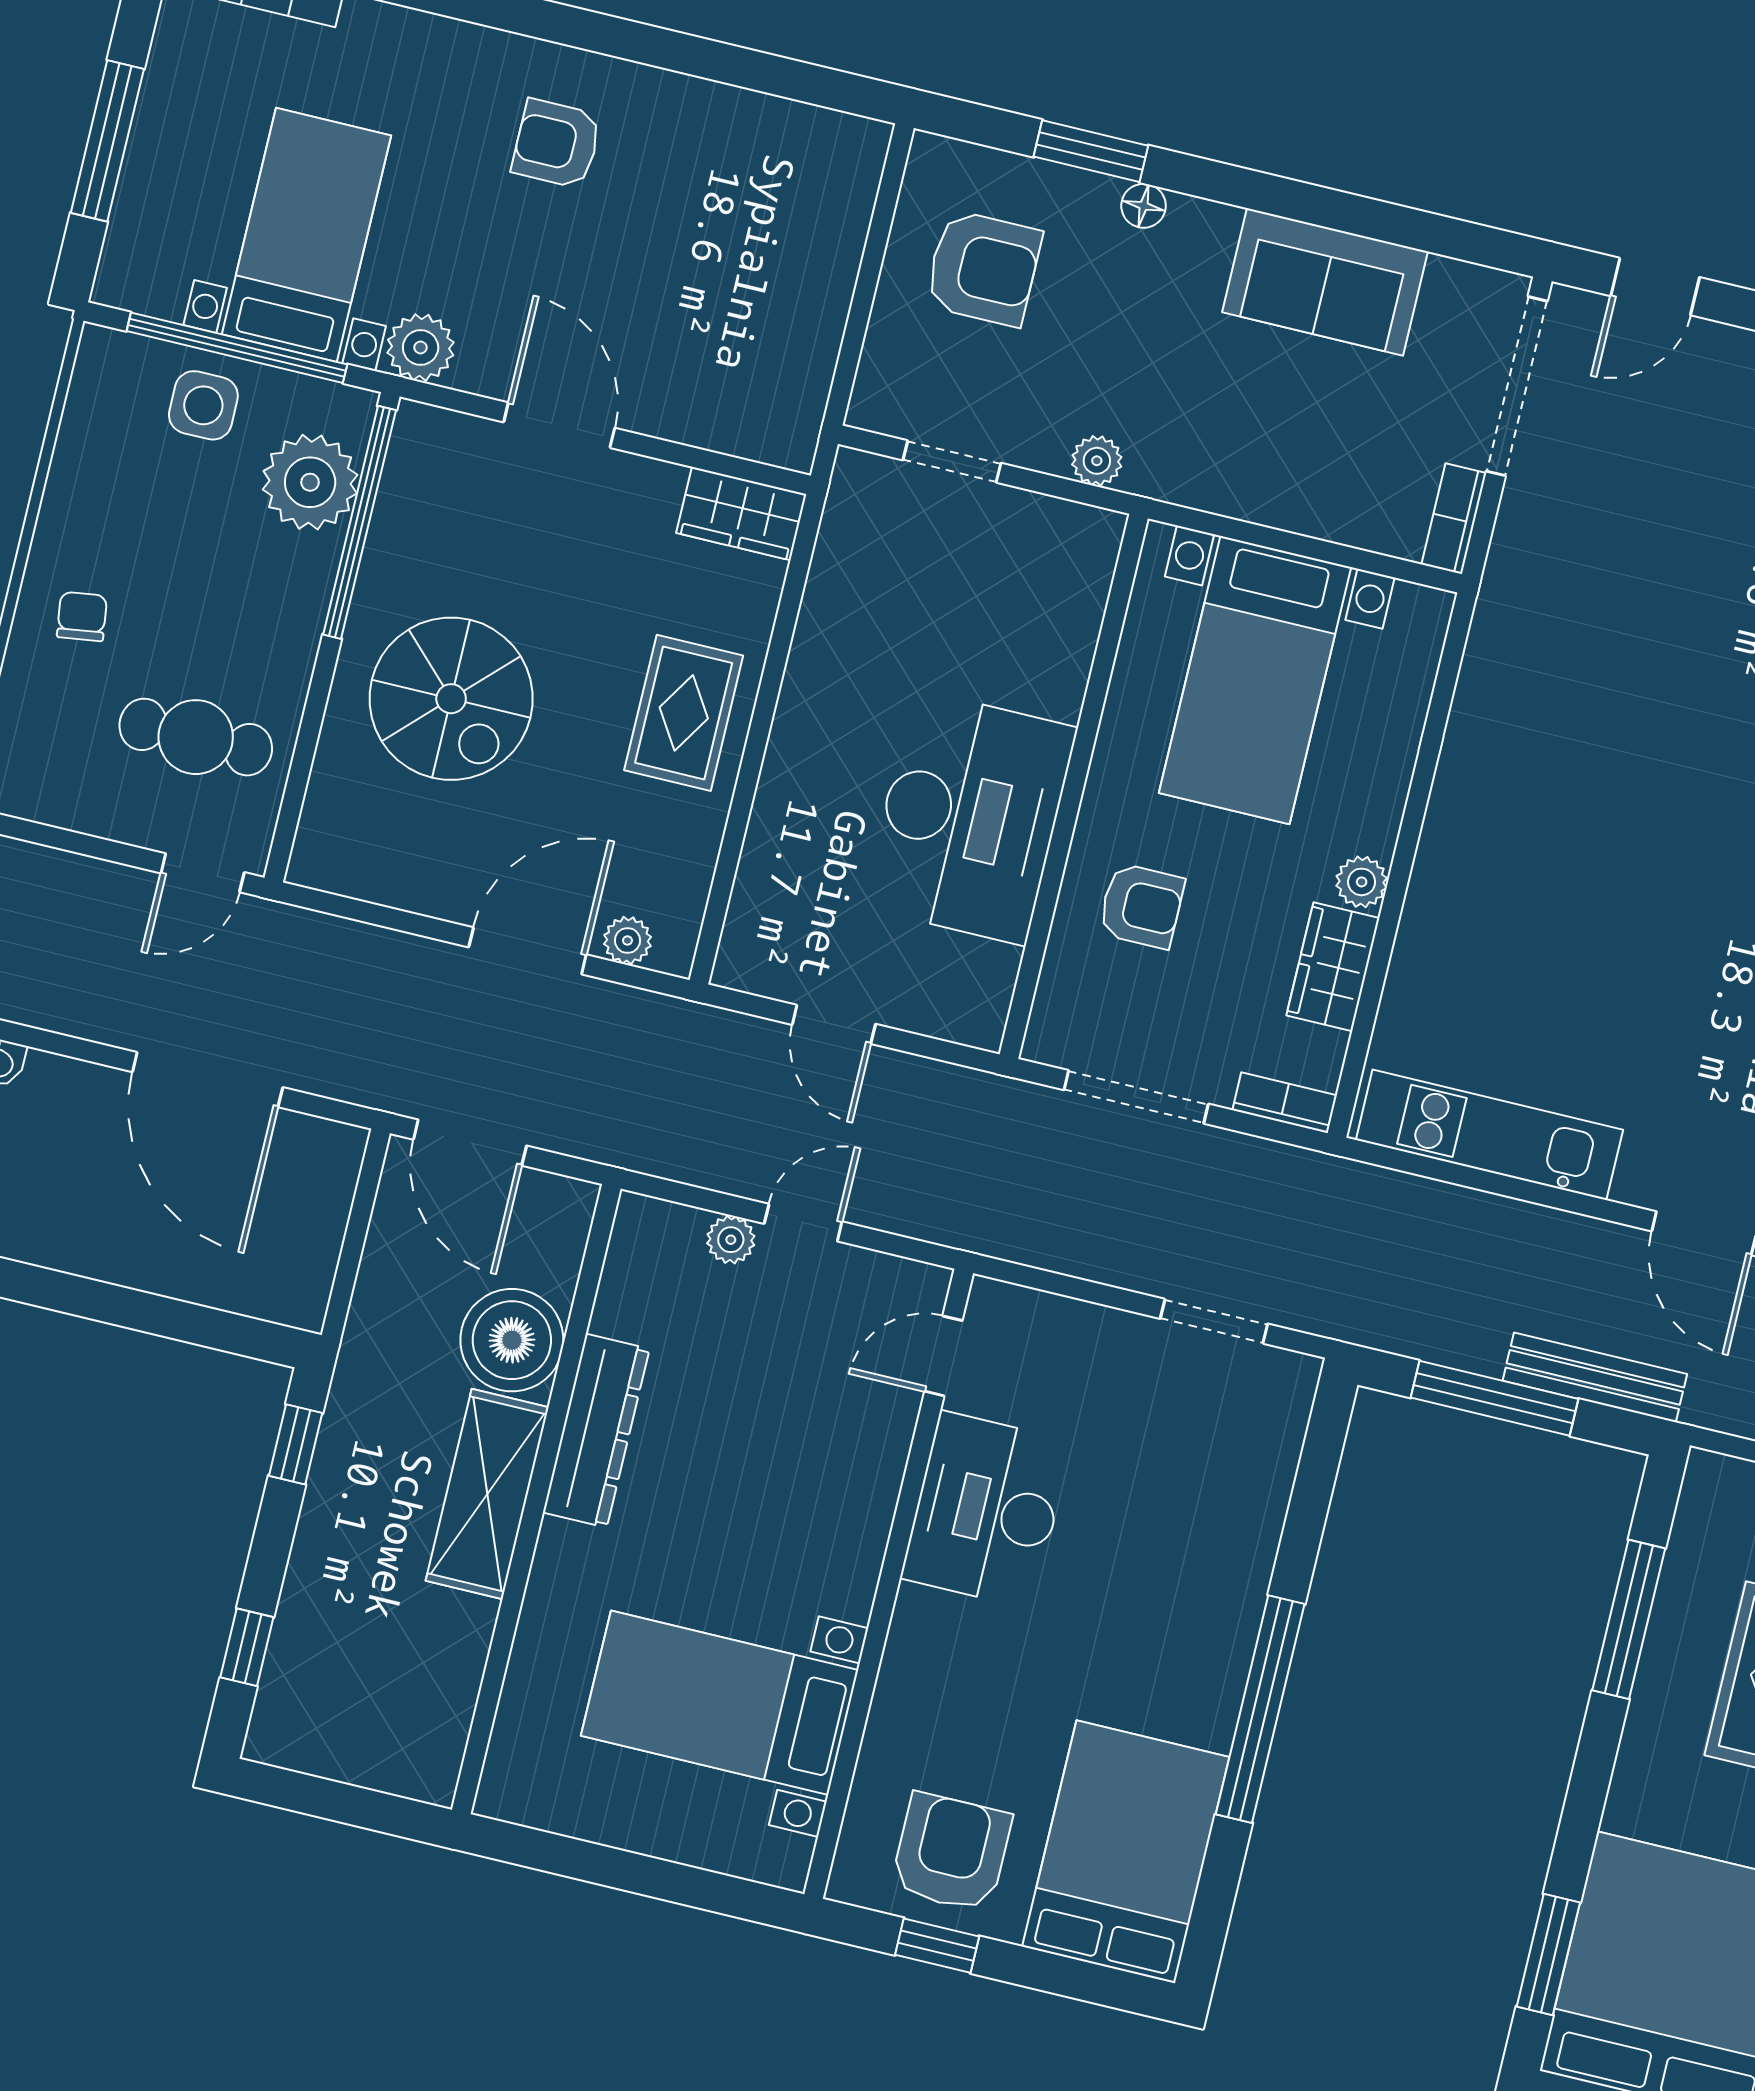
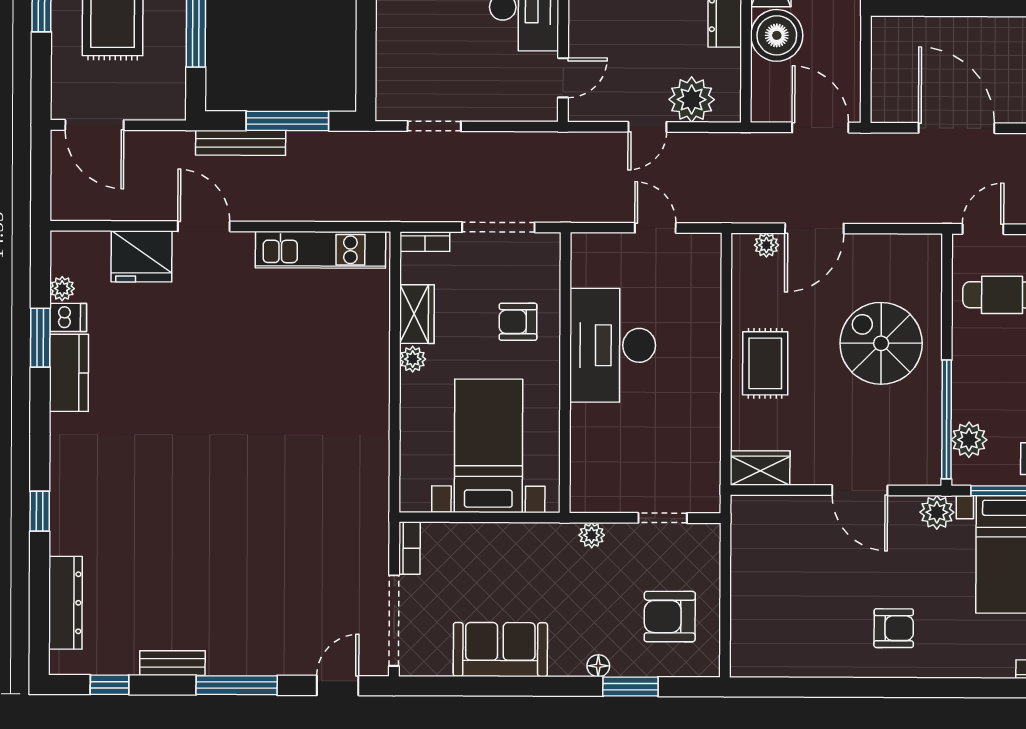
plant: (310, 482) -> (969, 440), width x0.73, depth x0.73
plant: (731, 1240) -> (692, 100), width x1.87, depth x1.87

